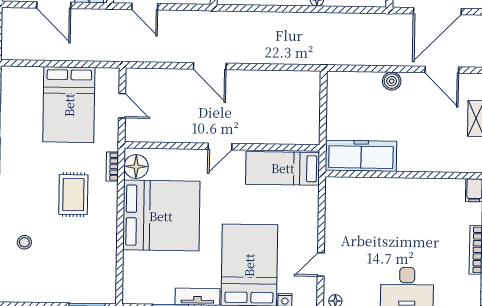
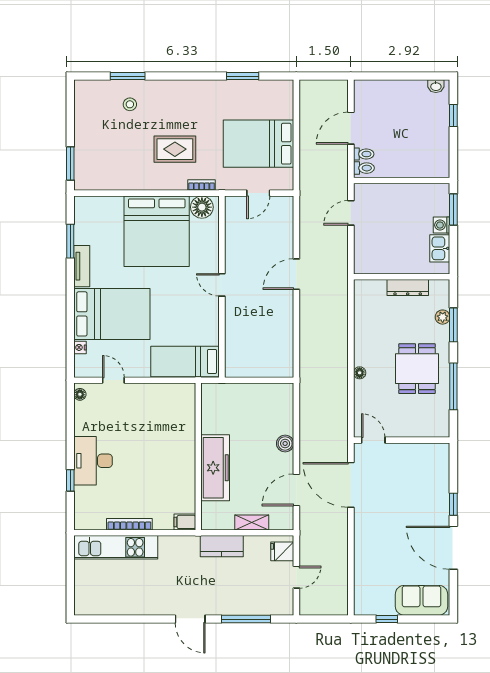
freezer: (361, 156) -> (215, 468), moved
bed: (283, 168) -> (185, 361), moved, turned -90

